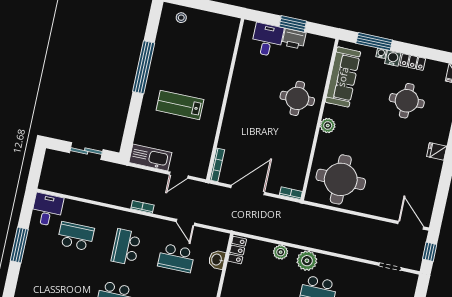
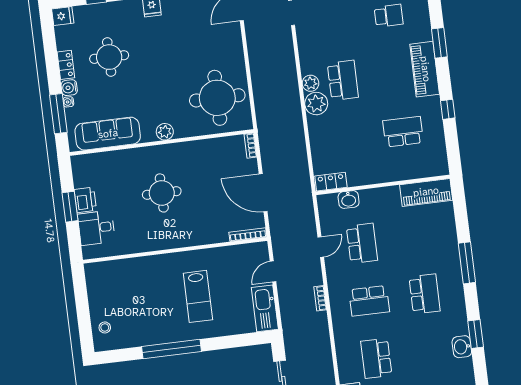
round table: (297, 98) -> (162, 193), moved
door: (179, 175) -> (273, 272), swing flipped
plant: (281, 252) -> (310, 83), moved

